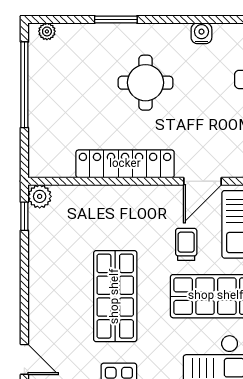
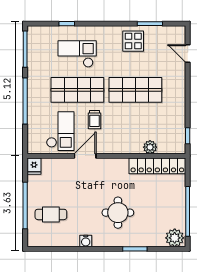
plant: (47, 31) -> (175, 238), width x1.87, depth x1.87
locker: (125, 164) -> (157, 166), moved
plant: (40, 196) -> (150, 147), moved
shop shelf: (115, 296) -> (135, 90), turned 90

